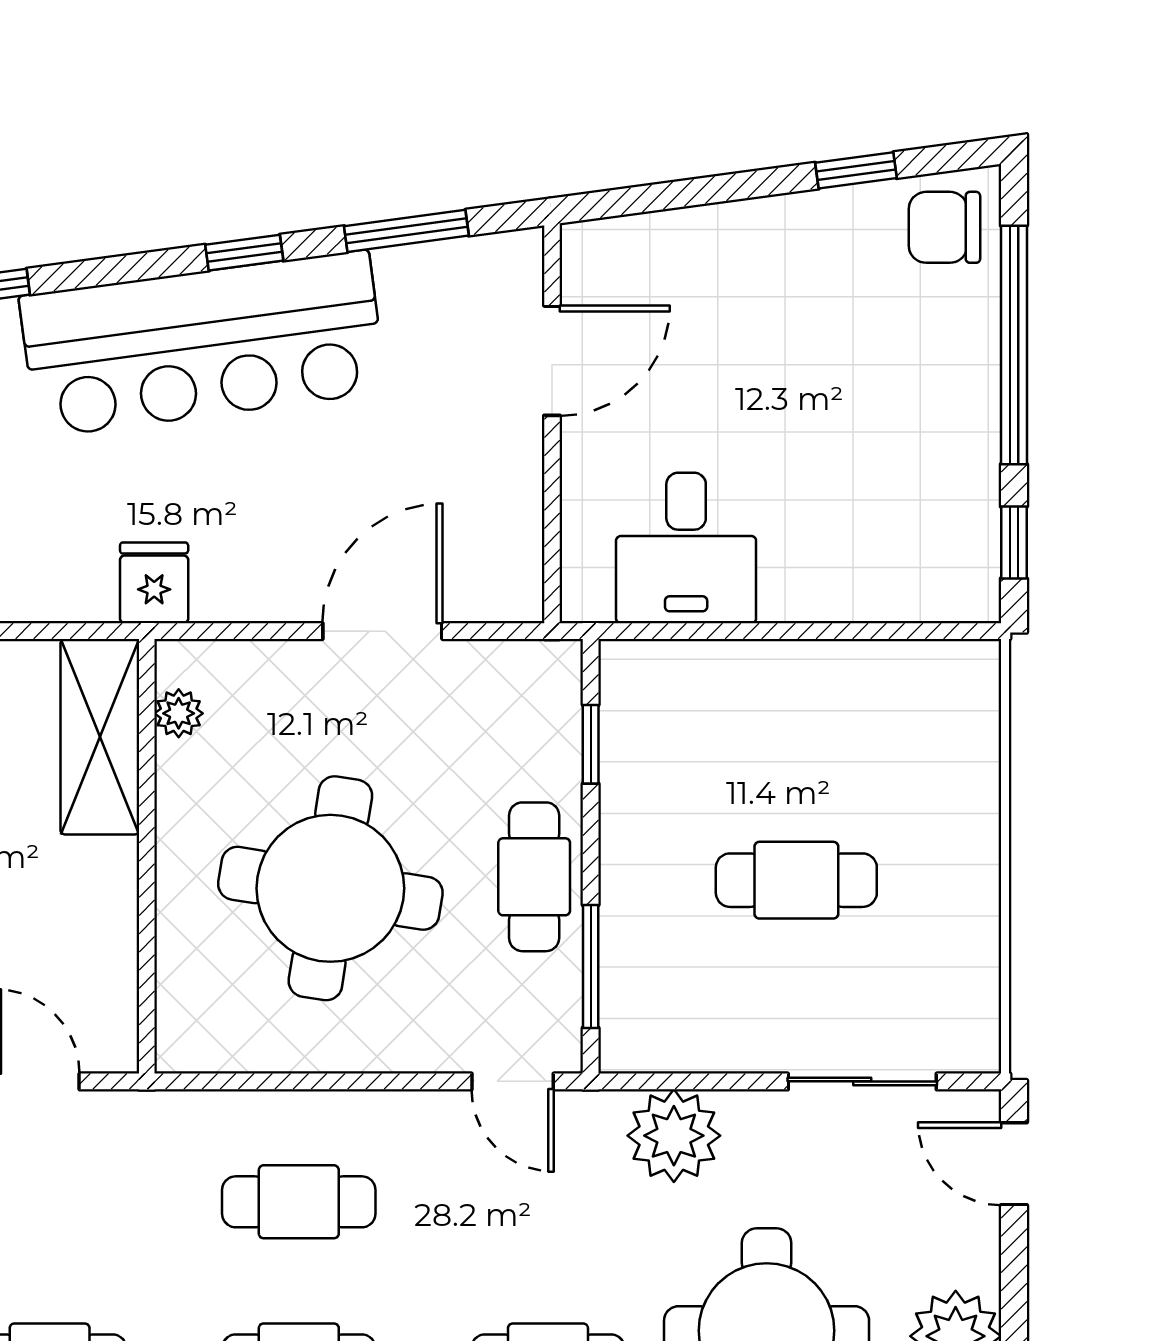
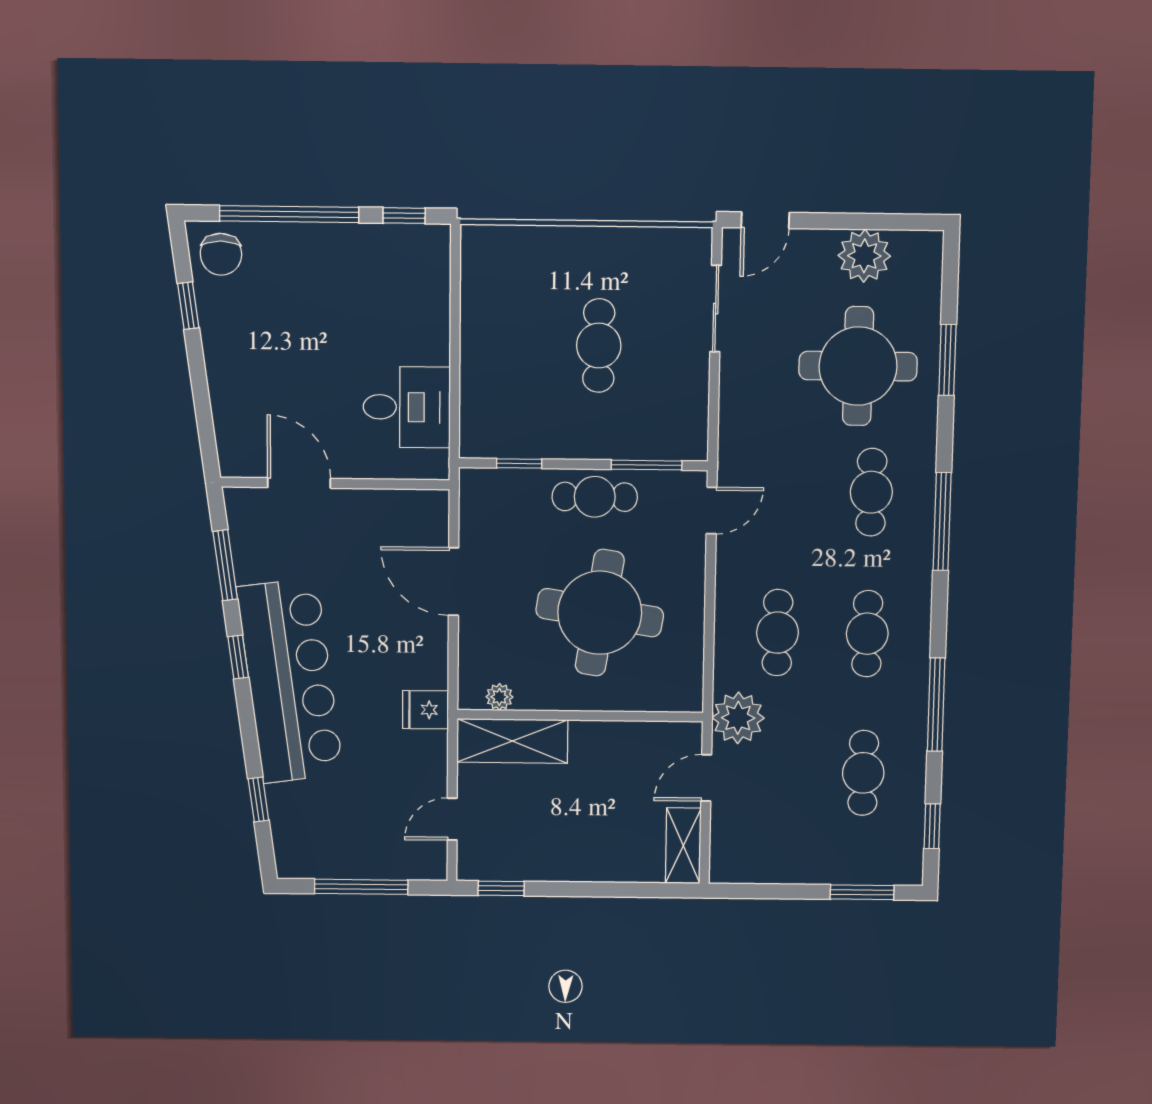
plant: (674, 1136) -> (738, 718), moved

